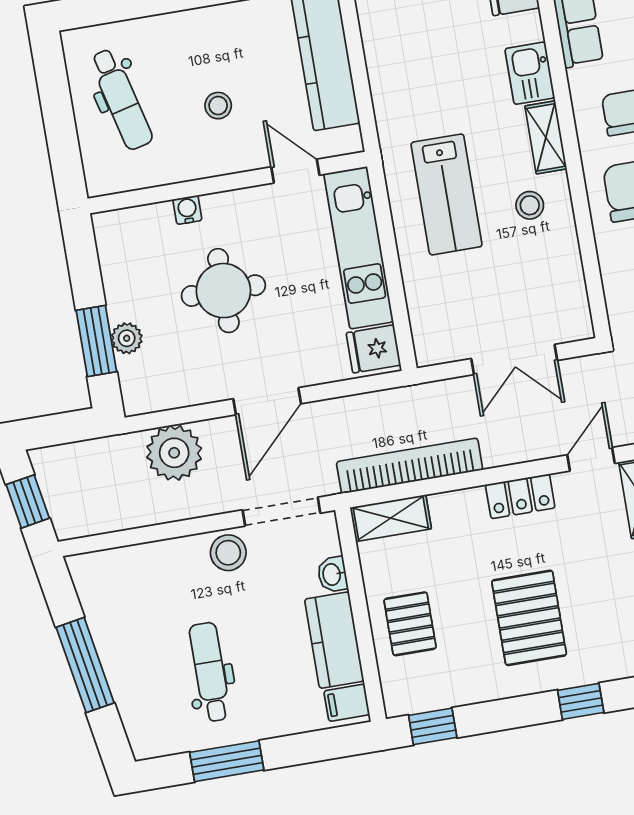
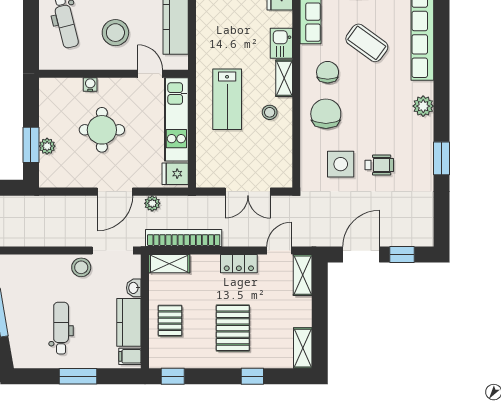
stool: (218, 106) -> (115, 33), width x1.89, depth x1.89
plant: (174, 453) -> (152, 203), moved, width x0.53, depth x0.53
window: (227, 761) -> (78, 376), moved

